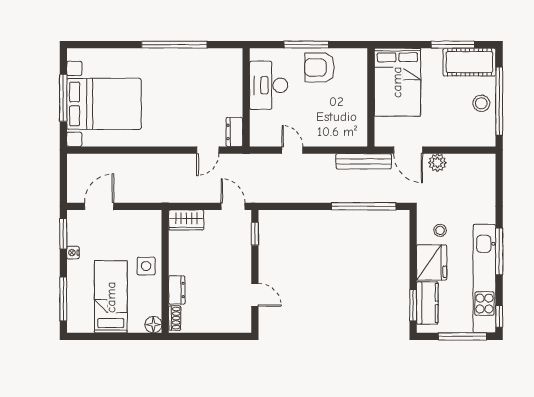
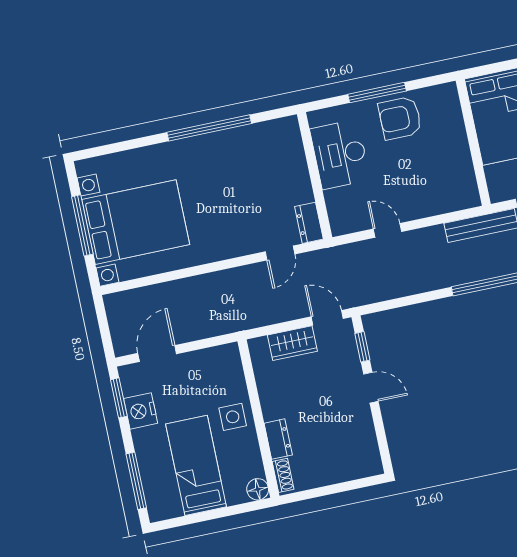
wardrobe: (186, 220) -> (292, 343), moved
nightstand: (73, 253) -> (141, 411), width x1.89, depth x1.79
door: (255, 295) -> (371, 388), moved

